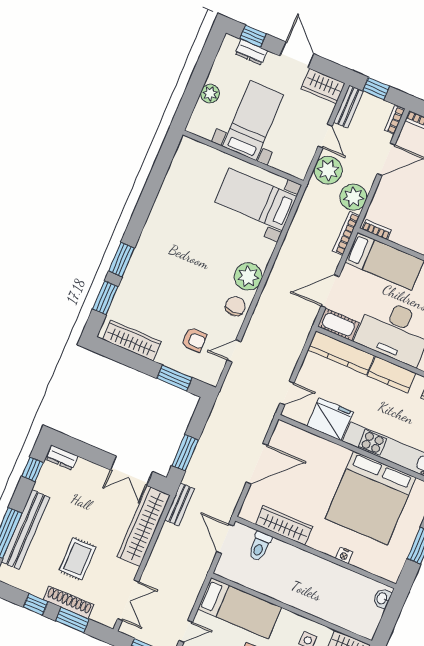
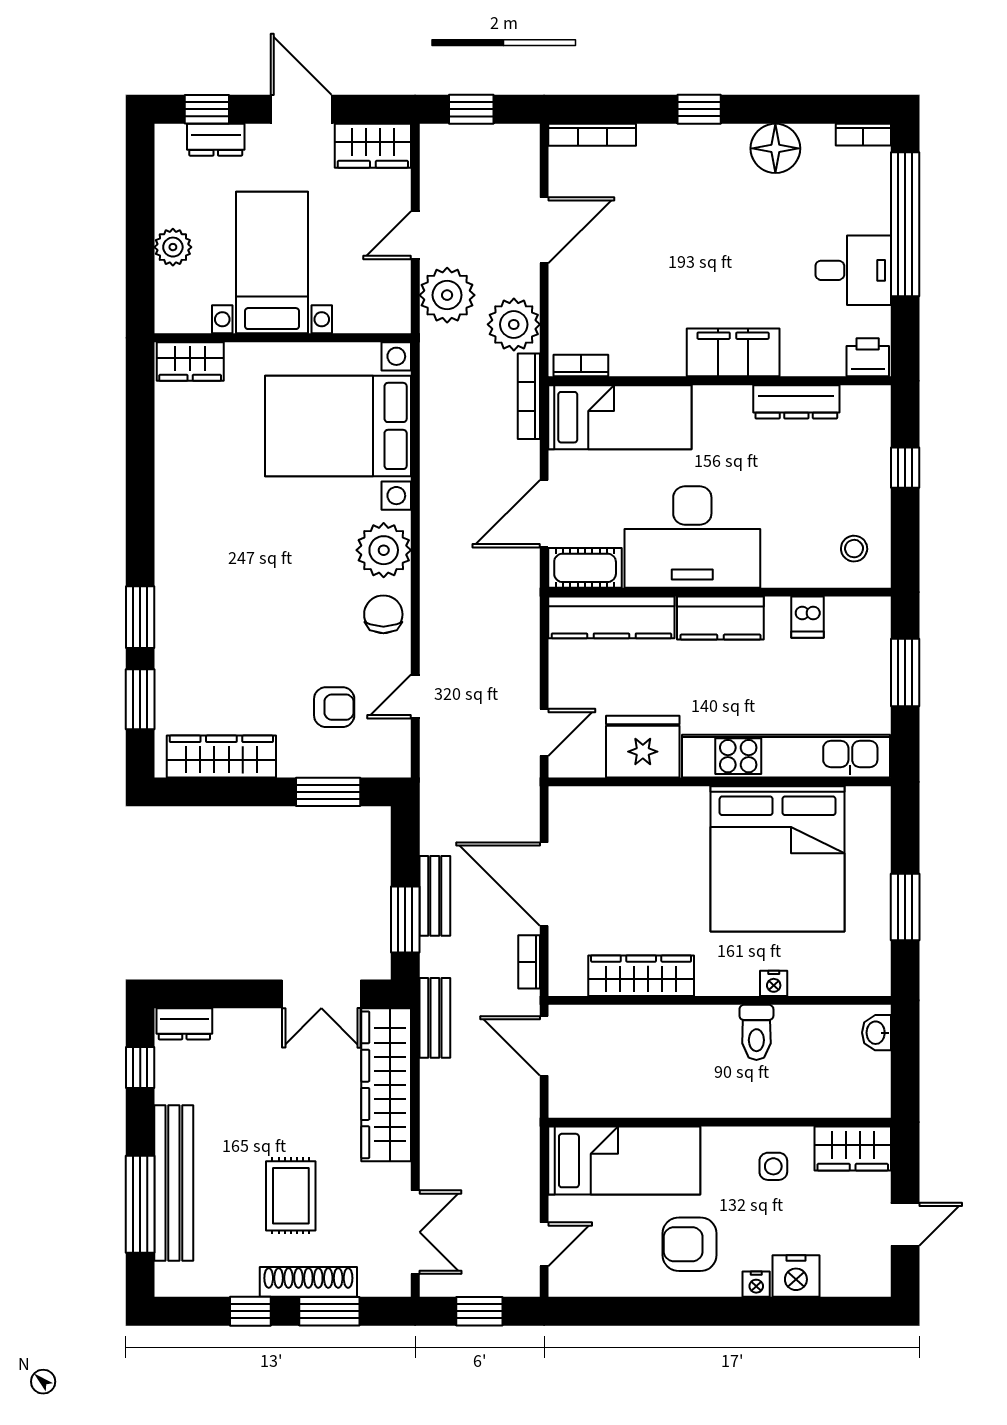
bench: (348, 107) -> (435, 896), moved
bookcase: (395, 120) -> (529, 962), moved
door: (325, 136) -> (415, 235), swing flipped
wardrobe: (195, 150) -> (190, 361), added
bed with nightstands: (256, 199) -> (338, 426), width x1.36
door: (257, 464) -> (544, 884), swing flipped
toilet: (260, 546) -> (756, 1032), moved

